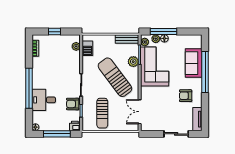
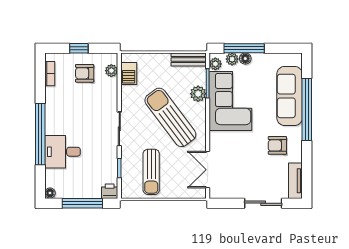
sofa: (194, 63) -> (290, 96), width x1.36
armchair: (73, 104) -> (85, 73), moved

